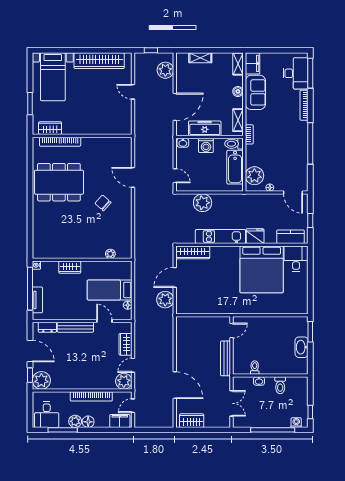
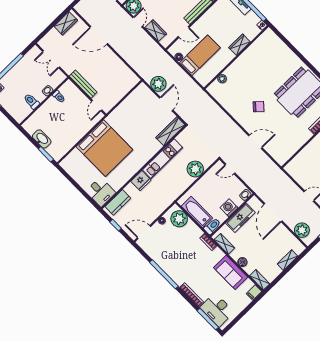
filing cabinet: (253, 63) -> (254, 292), width x0.50
bed: (262, 269) -> (104, 148), moved, turned 180

